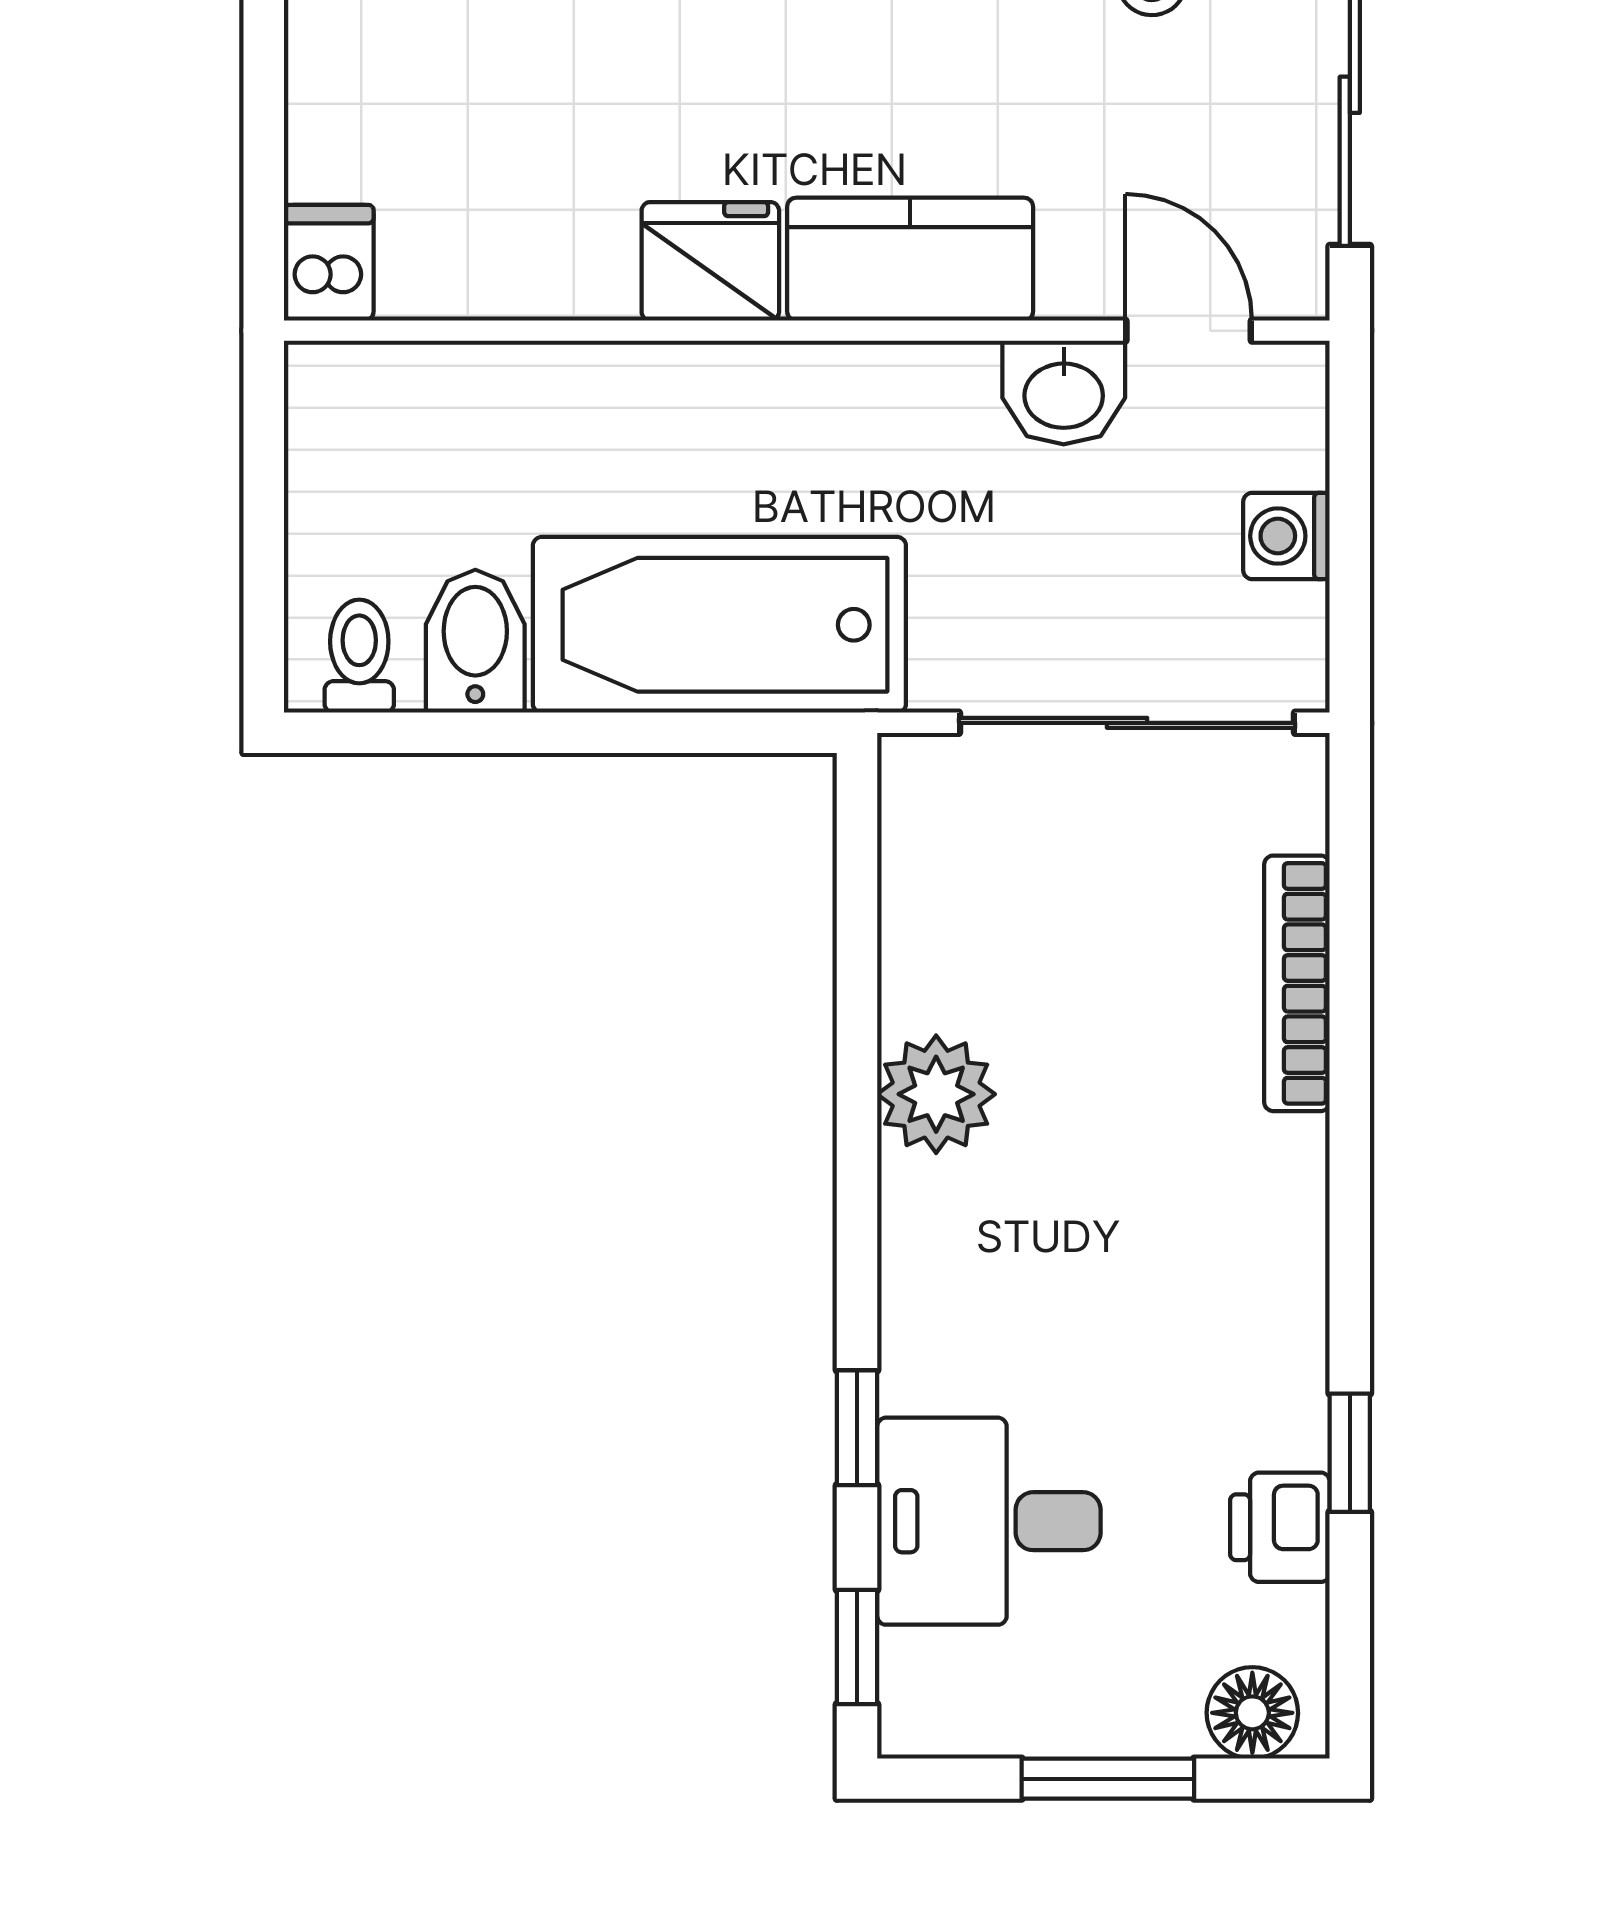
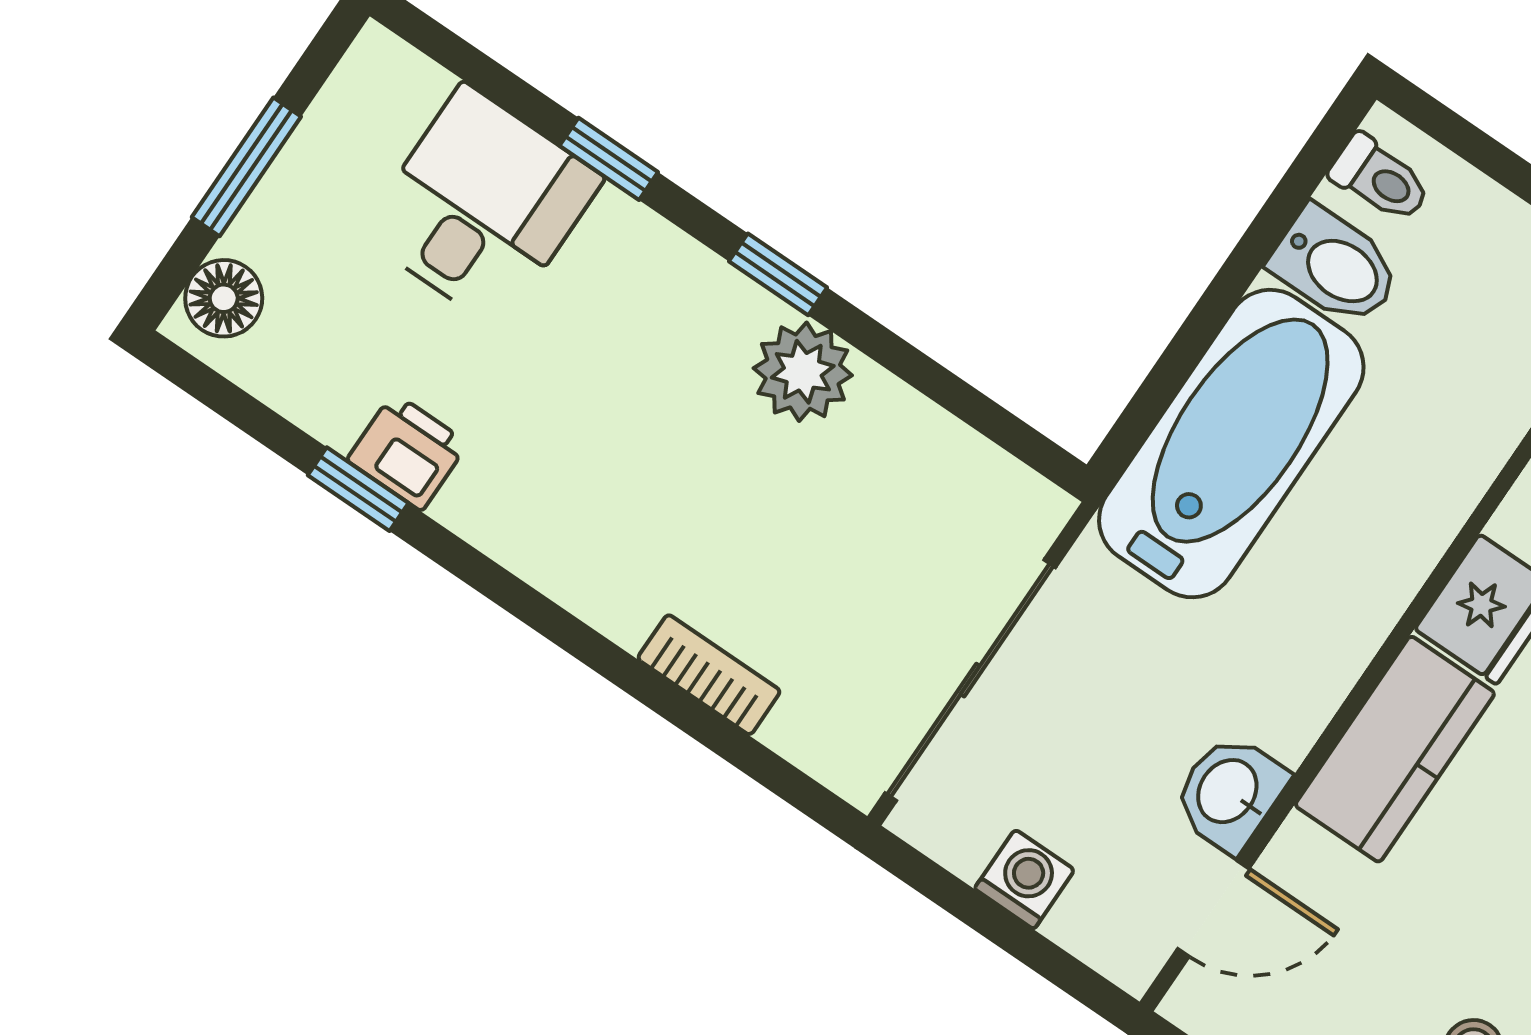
bookcase: (1297, 983) -> (709, 675), width x0.64
printer: (1280, 1527) -> (407, 452), moved
window: (857, 1647) -> (778, 274), moved

